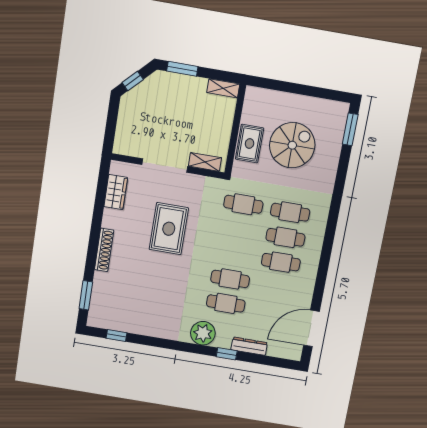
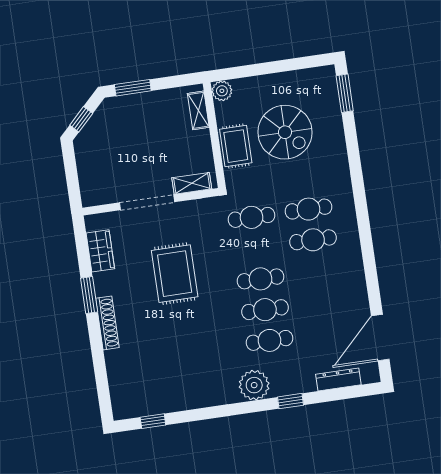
shelving: (223, 88) -> (198, 110), moved, turned 90
plant: (253, 95) -> (222, 91), added
spiral stairs: (292, 145) -> (285, 132), turned 90
cafe table: (281, 262) -> (261, 279), moved
window: (86, 295) -> (89, 295), moved
dresser: (249, 346) -> (338, 380), moved

